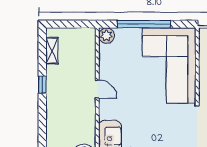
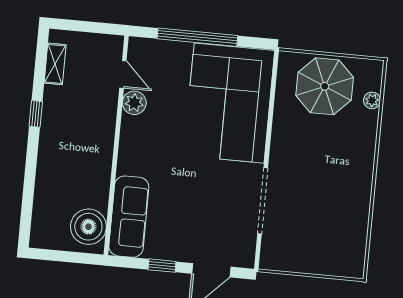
plant: (107, 36) -> (134, 103), moved
door: (97, 89) -> (123, 74), moved

